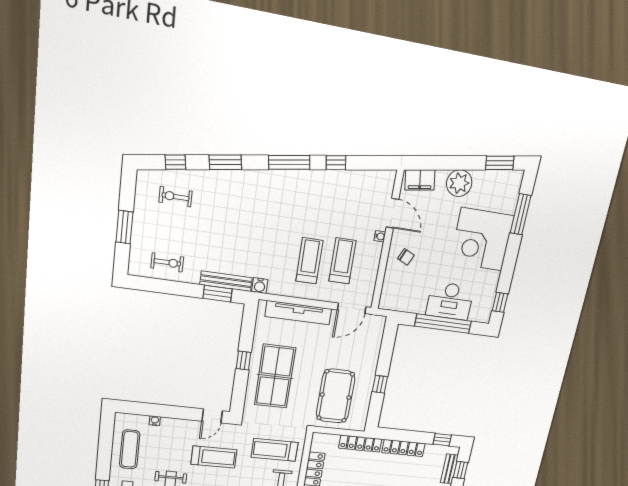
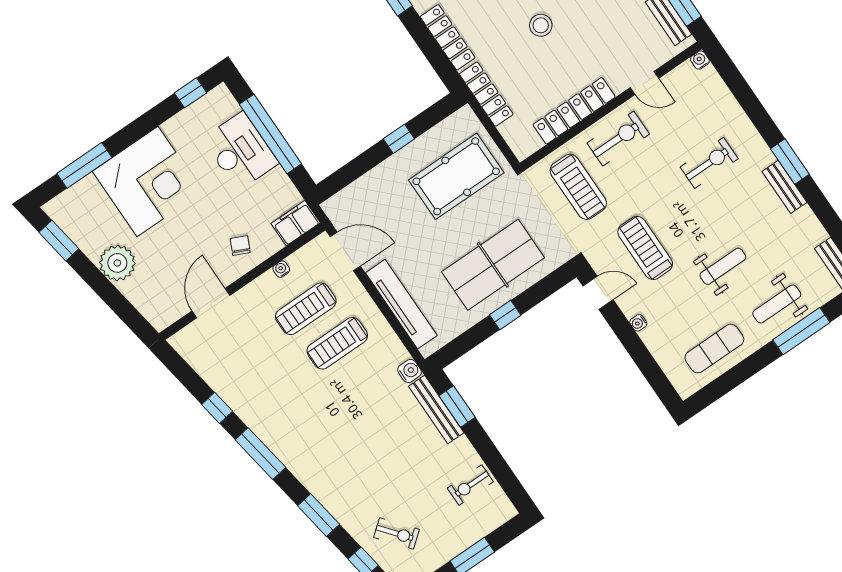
filing cabinet: (420, 180) -> (296, 223), moved, turned -81
exercise bike: (176, 197) -> (396, 533), turned -39
water cooler: (380, 236) -> (281, 269), moved
exercise bike: (167, 262) -> (470, 485), turned -90
water cooler: (155, 421) -> (638, 323), moved

